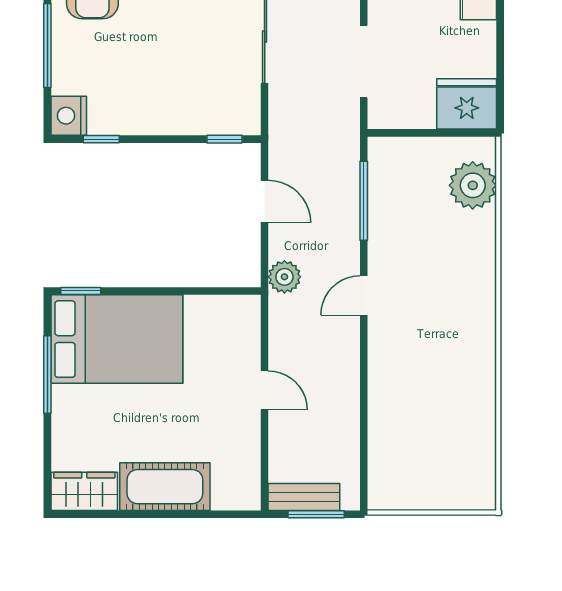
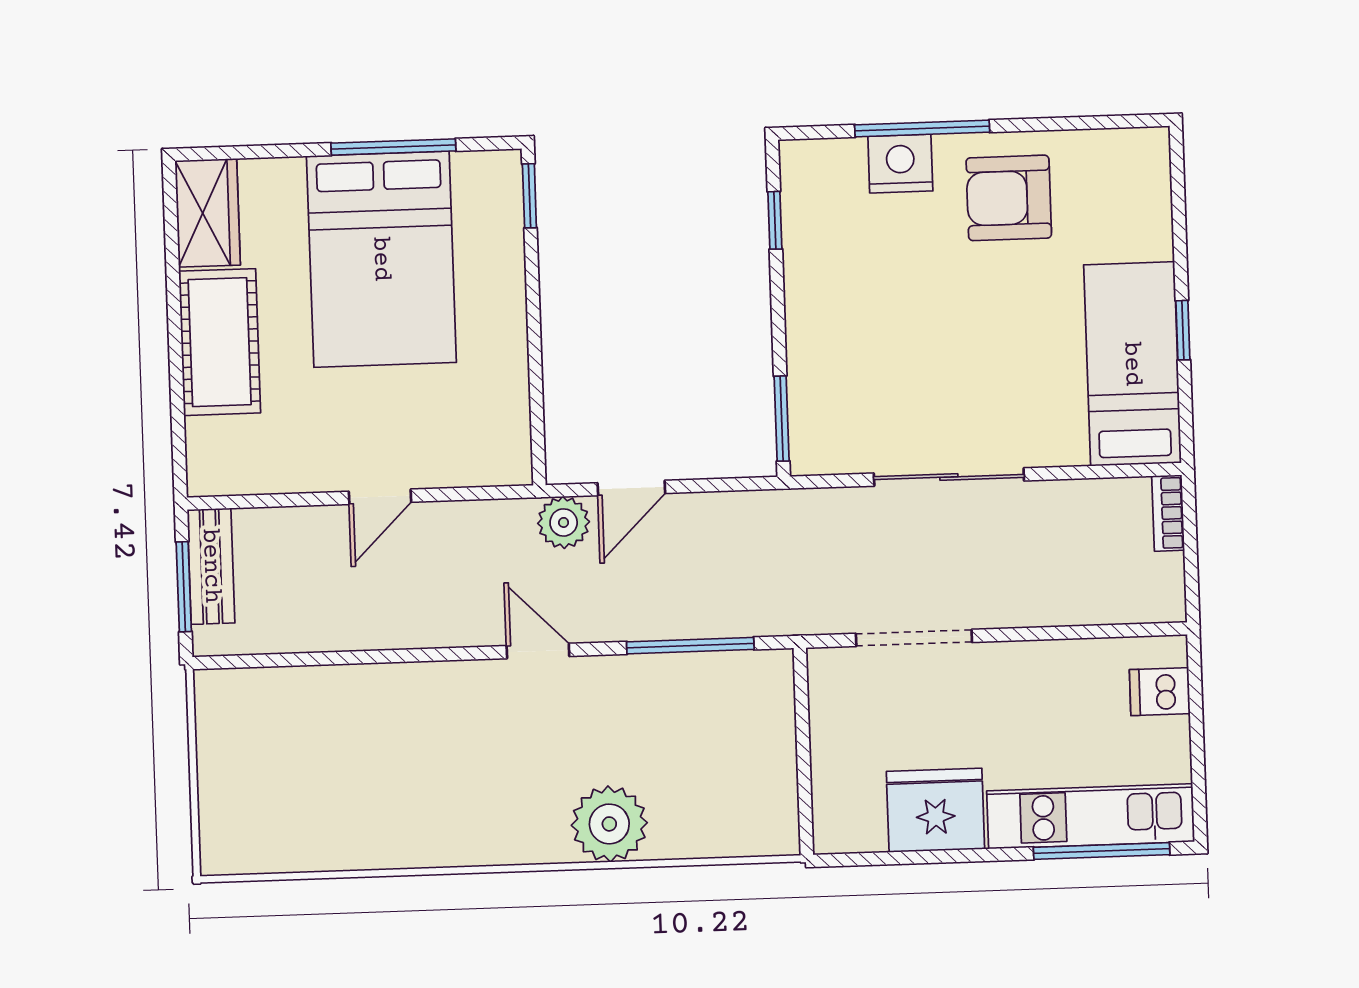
fridge: (467, 104) -> (935, 810), moved, turned -90
nightstand: (69, 116) -> (900, 164), moved
window: (225, 139) -> (782, 419), width x1.50
plant: (473, 185) -> (609, 824), moved
door: (265, 201) -> (631, 488), moved
bed: (117, 339) -> (381, 259), moved

